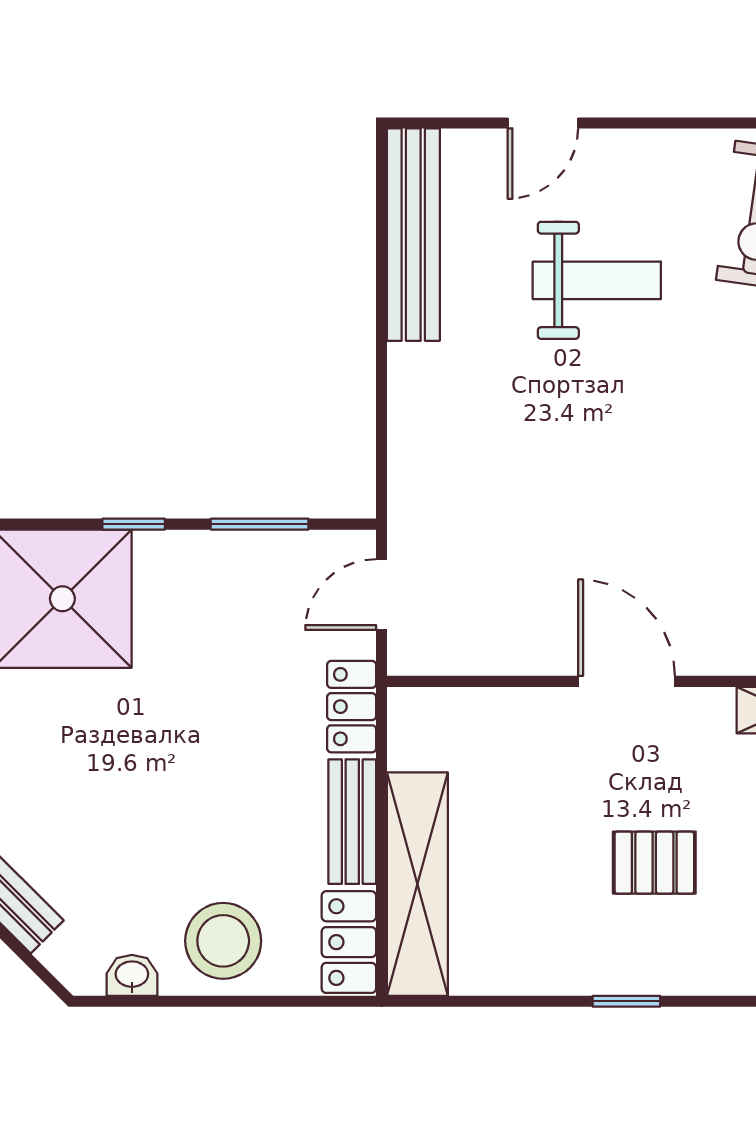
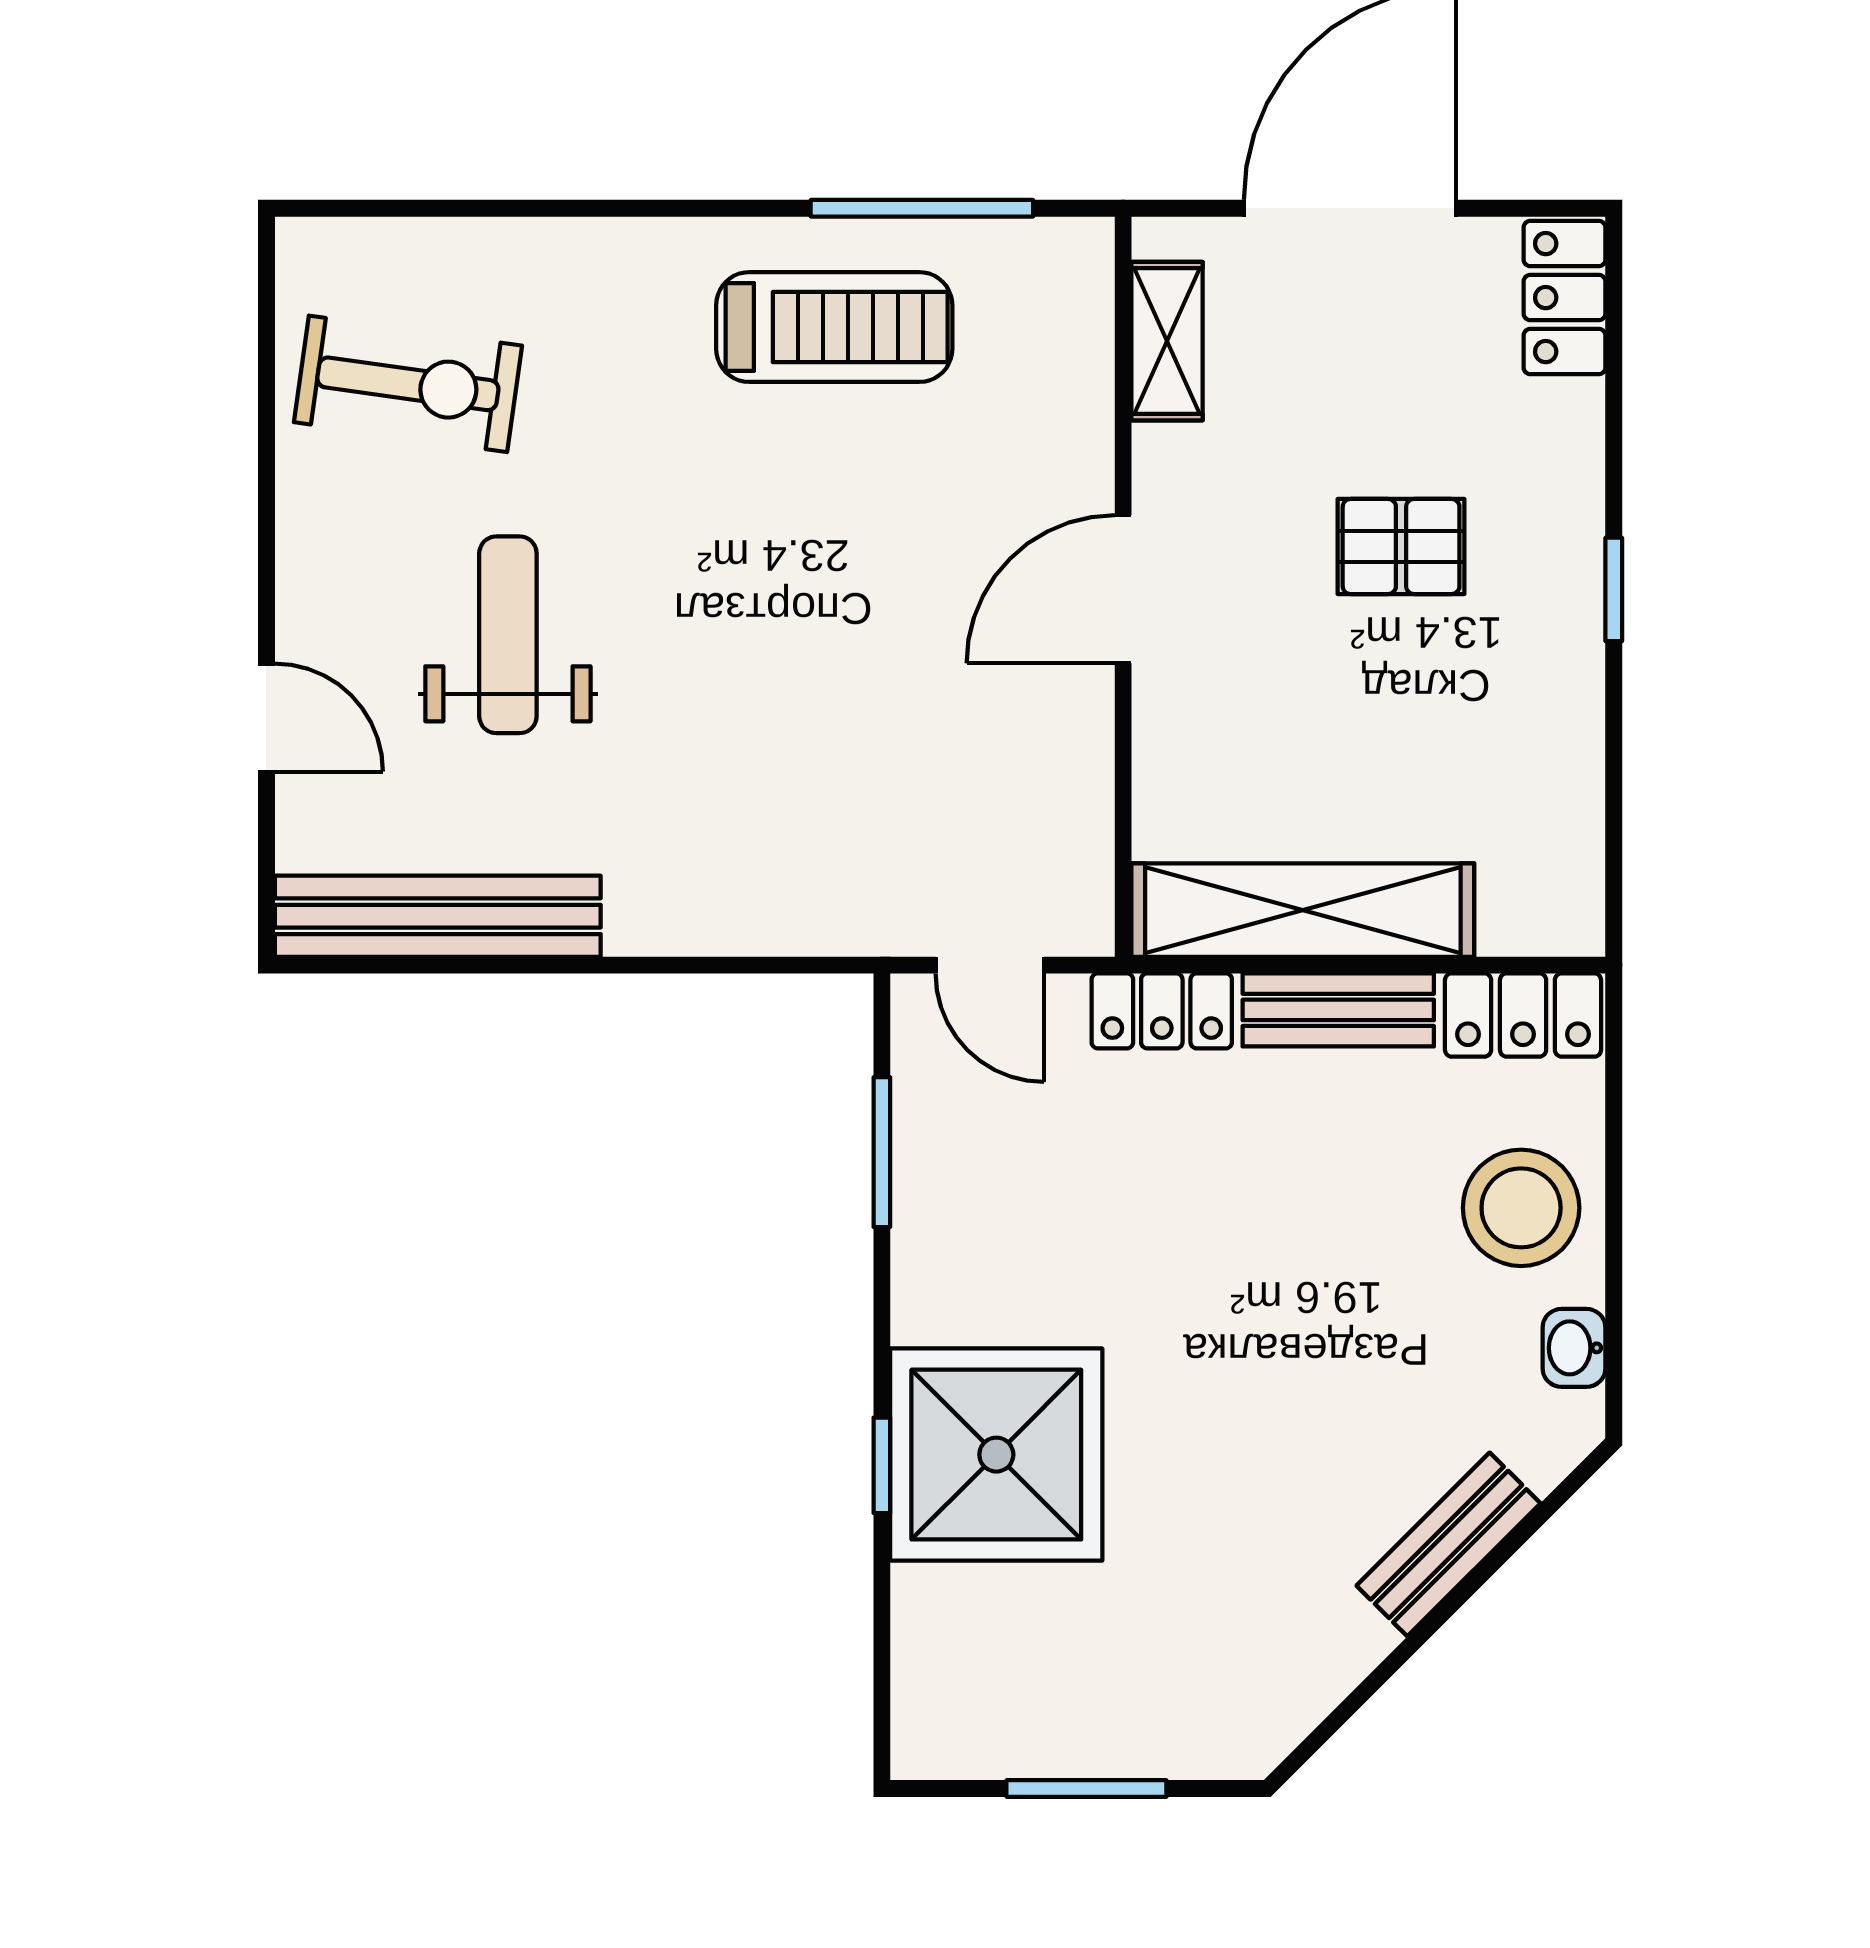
window: (134, 524) -> (882, 1465), moved
pallet: (654, 863) -> (1401, 547), turned 90
shelving: (417, 884) -> (1303, 910), moved

